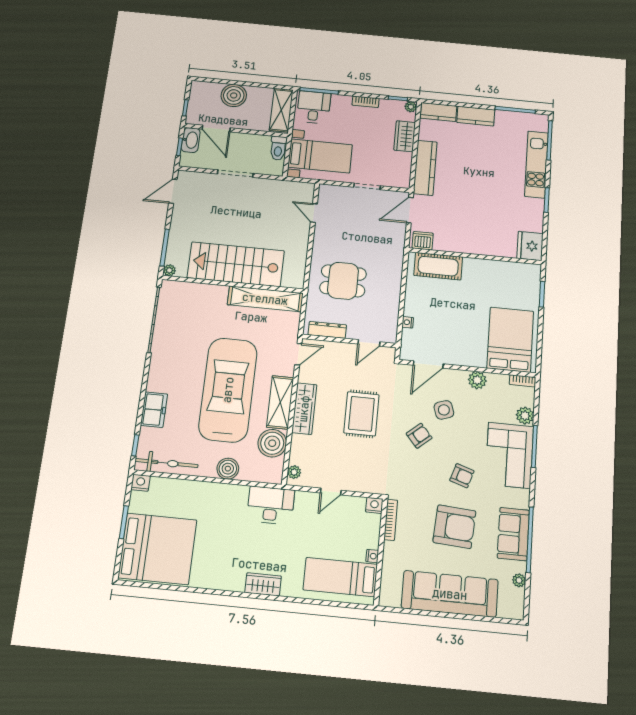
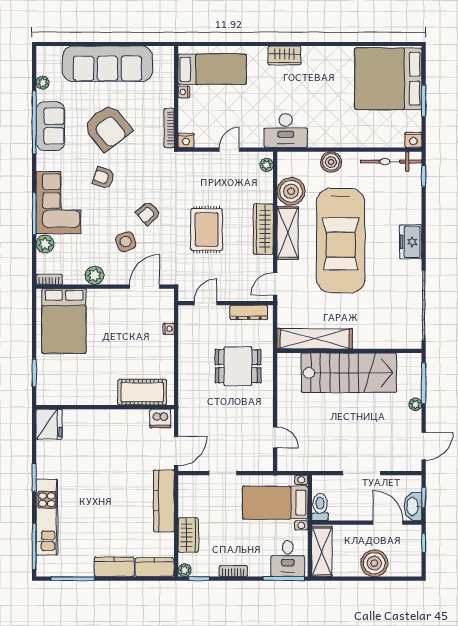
plant: (169, 270) -> (415, 404), moved
freezer: (154, 410) -> (411, 242), moved
armchair: (454, 527) -> (107, 128), turned -132

